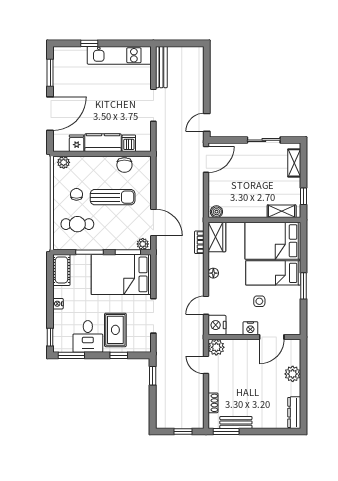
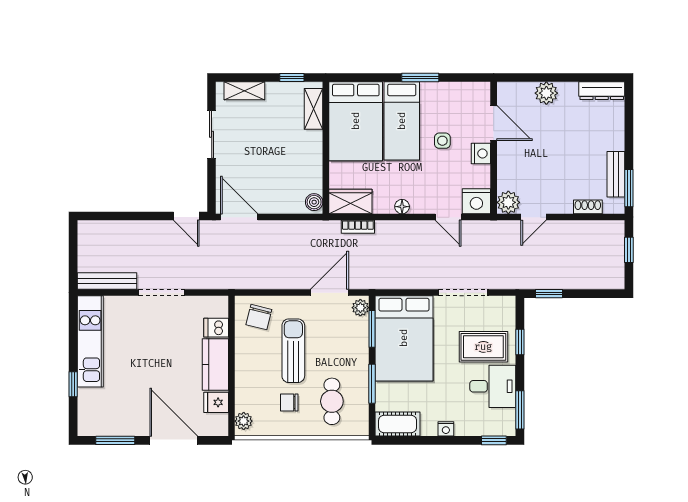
chair: (124, 165) -> (259, 317), moved, turned 104

